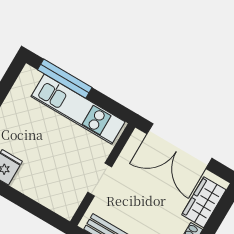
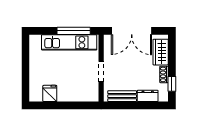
window: (65, 79) -> (74, 31), moved

